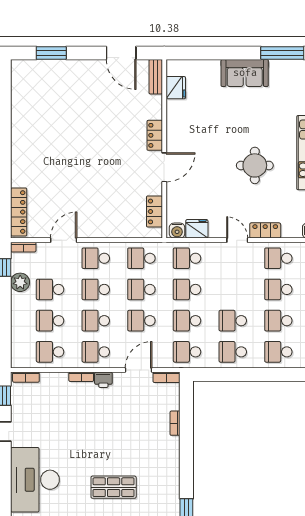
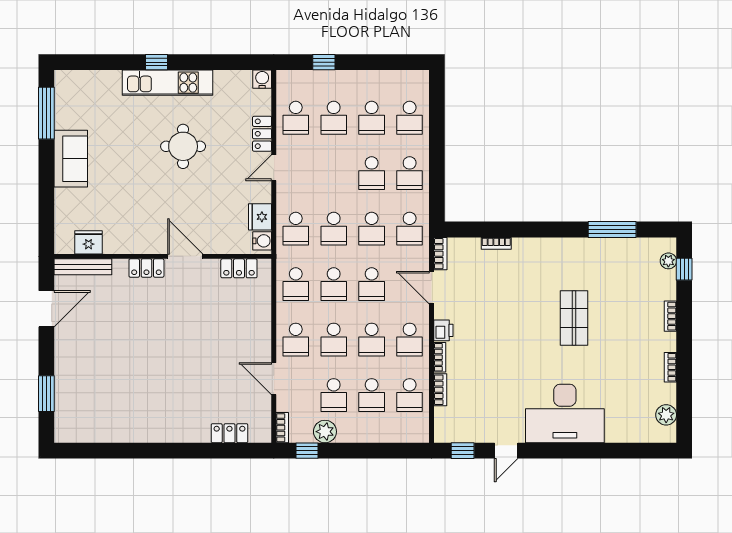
bench: (156, 77) -> (83, 267), width x1.36
locker: (19, 212) -> (229, 433), width x0.66
bookcase: (26, 377) -> (440, 390), moved

